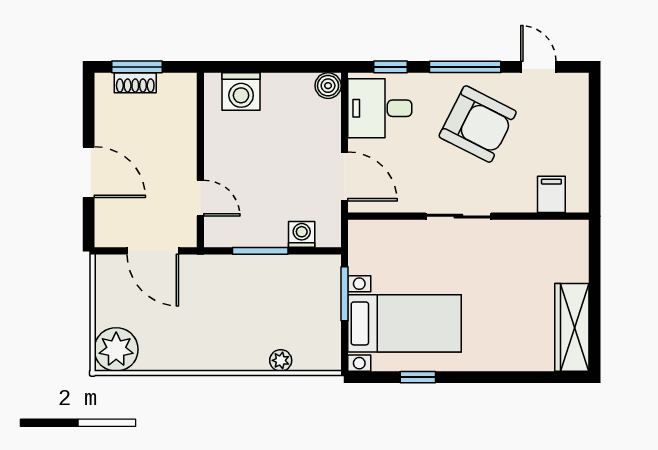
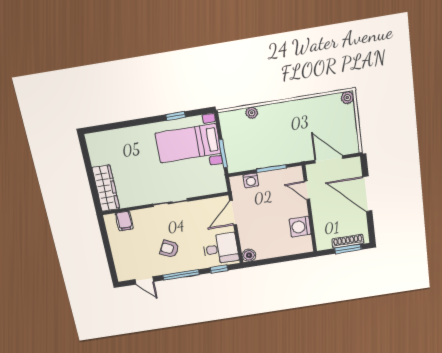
shoe rack: (135, 83) -> (348, 241), width x1.43
washing machine: (241, 92) -> (300, 227), moved, turned -90
armchair: (478, 124) -> (169, 249), width x0.53, depth x0.53
door: (89, 172) -> (367, 194), width x1.36
door: (344, 176) -> (233, 213), hinge flipped
wardrobe: (572, 327) -> (106, 188), moved
plant: (116, 349) -> (347, 98), width x0.53, depth x0.53

